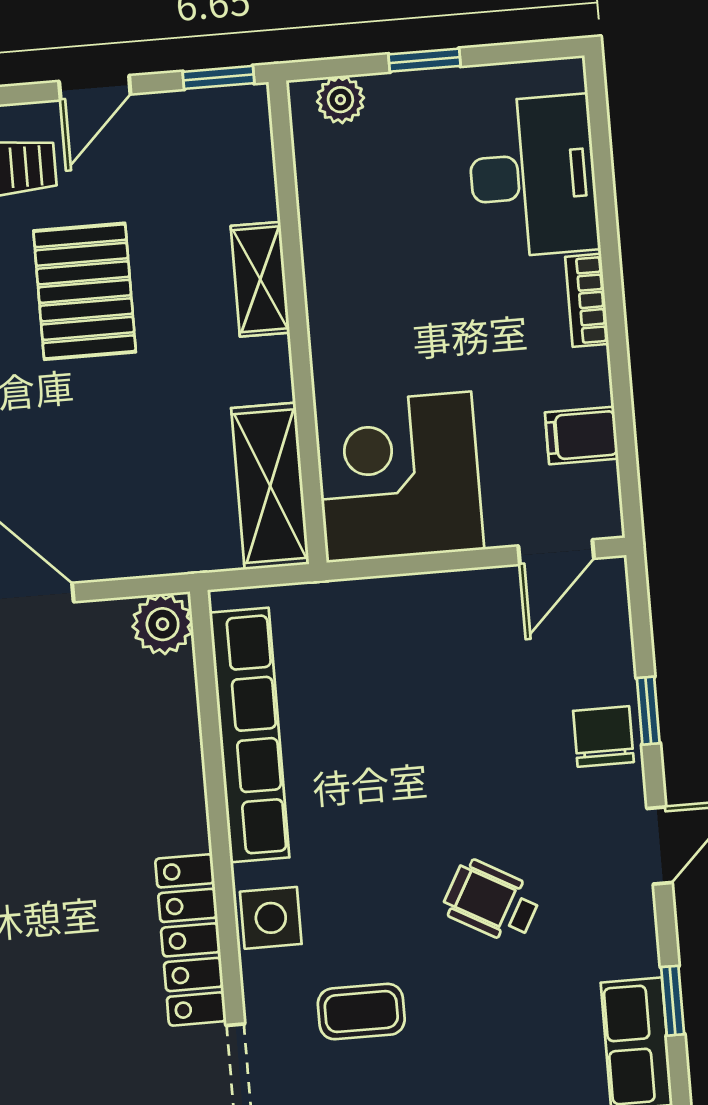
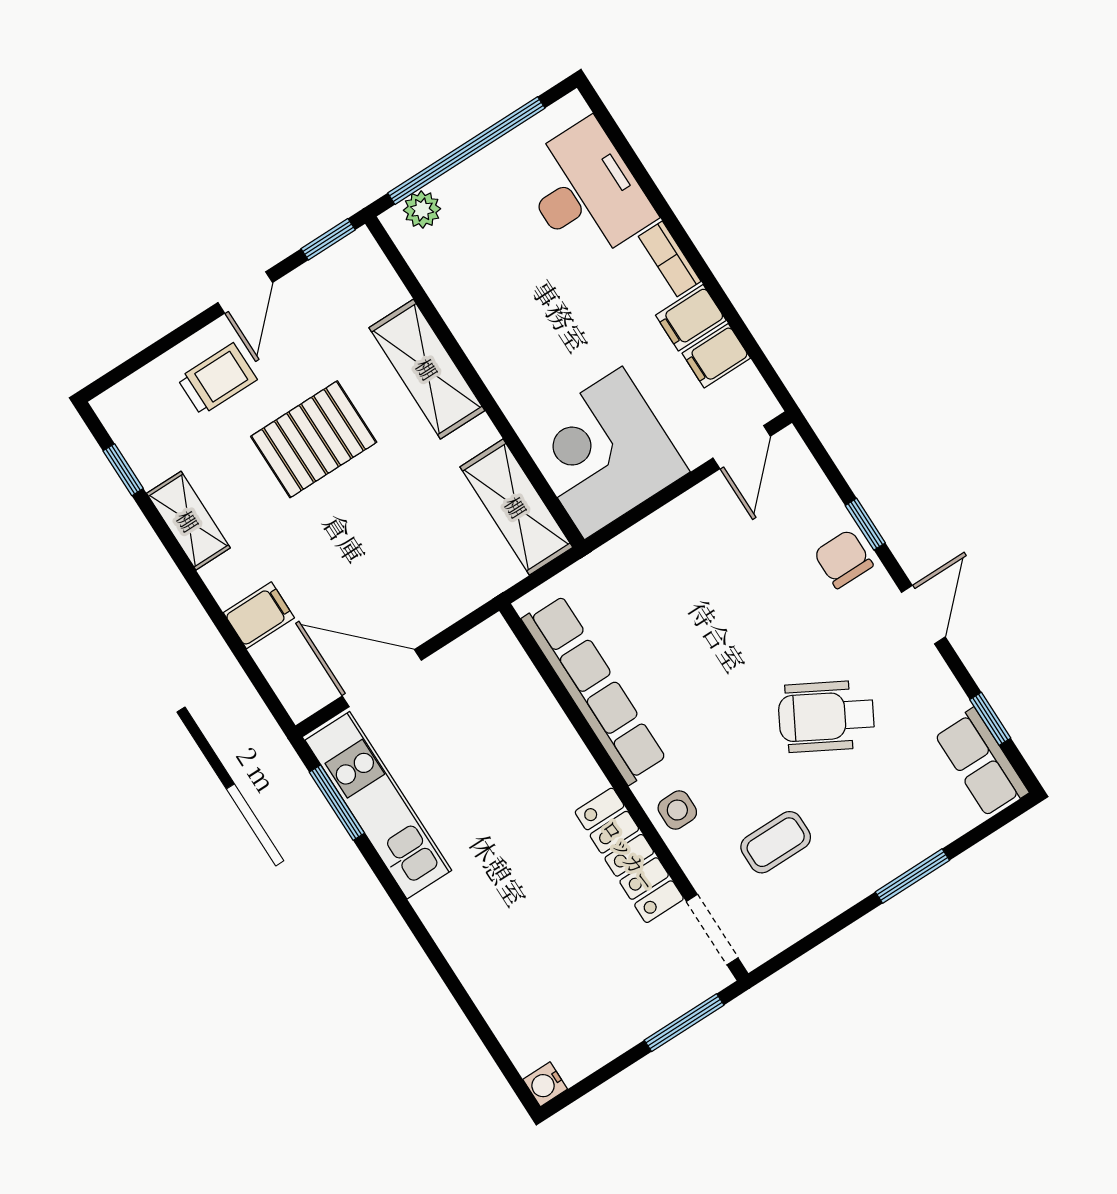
window: (424, 60) -> (466, 151), width x3.17
shelving: (260, 279) -> (427, 369), width x1.50, depth x1.33
pallet: (85, 291) -> (314, 439), turned 90
filing cabinet: (576, 378) -> (691, 318), added
plant: (163, 624) -> (492, 644), removed
wheelchair: (492, 901) -> (826, 716), width x1.36, depth x1.37
side table: (271, 918) -> (677, 810), width x0.73, depth x0.73

